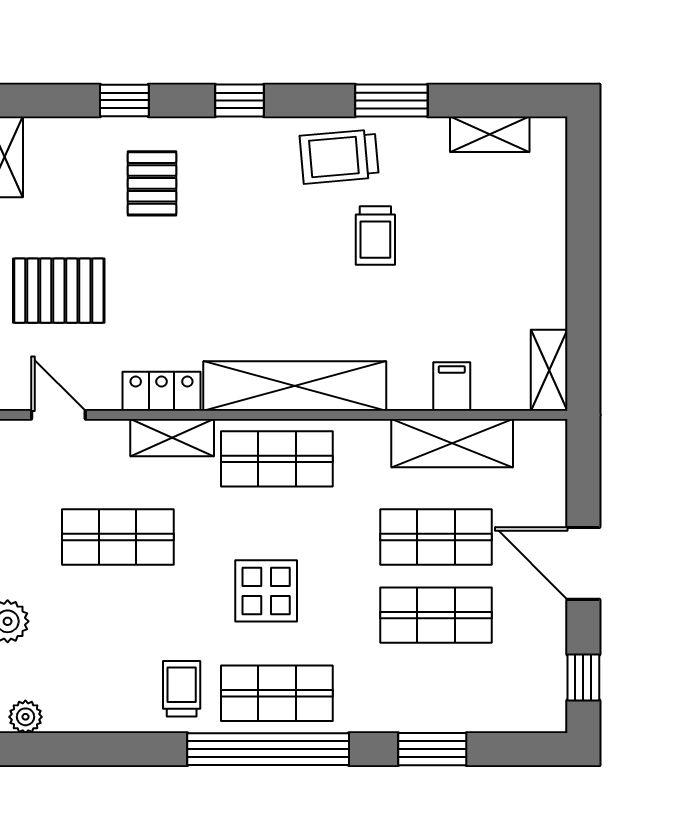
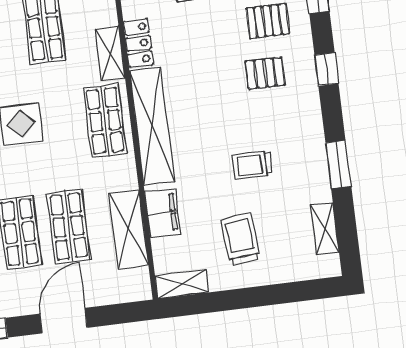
trolley: (339, 157) -> (241, 239), moved
pallet: (233, 198) -> (265, 73), added
filing cabinet: (452, 387) -> (163, 213), width x2.00

